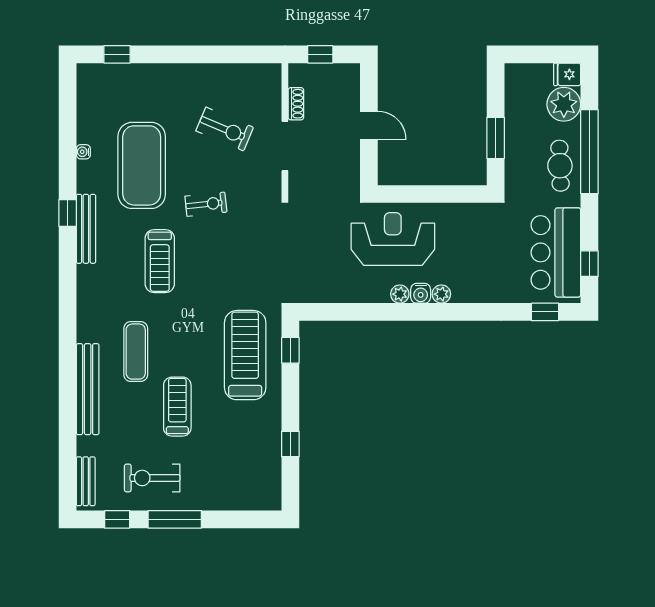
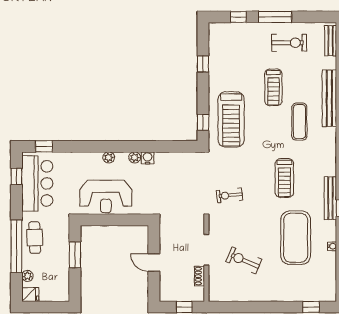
plant: (564, 104) -> (27, 276), width x0.53, depth x0.53
exercise bike: (206, 204) -> (229, 195), moved
reception desk: (393, 239) -> (106, 196), moved
treadmill: (160, 261) -> (284, 178), turned 180
water cooler: (421, 293) -> (148, 158), moved
window: (117, 519) -> (238, 17), moved

